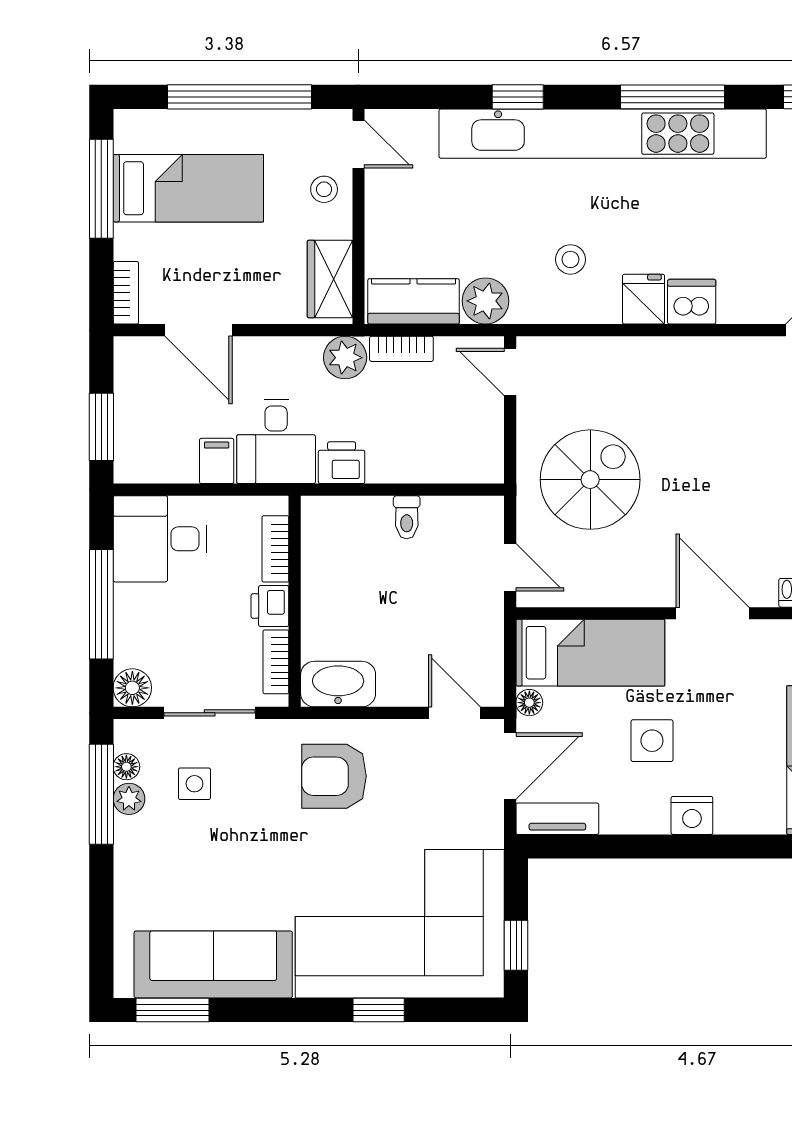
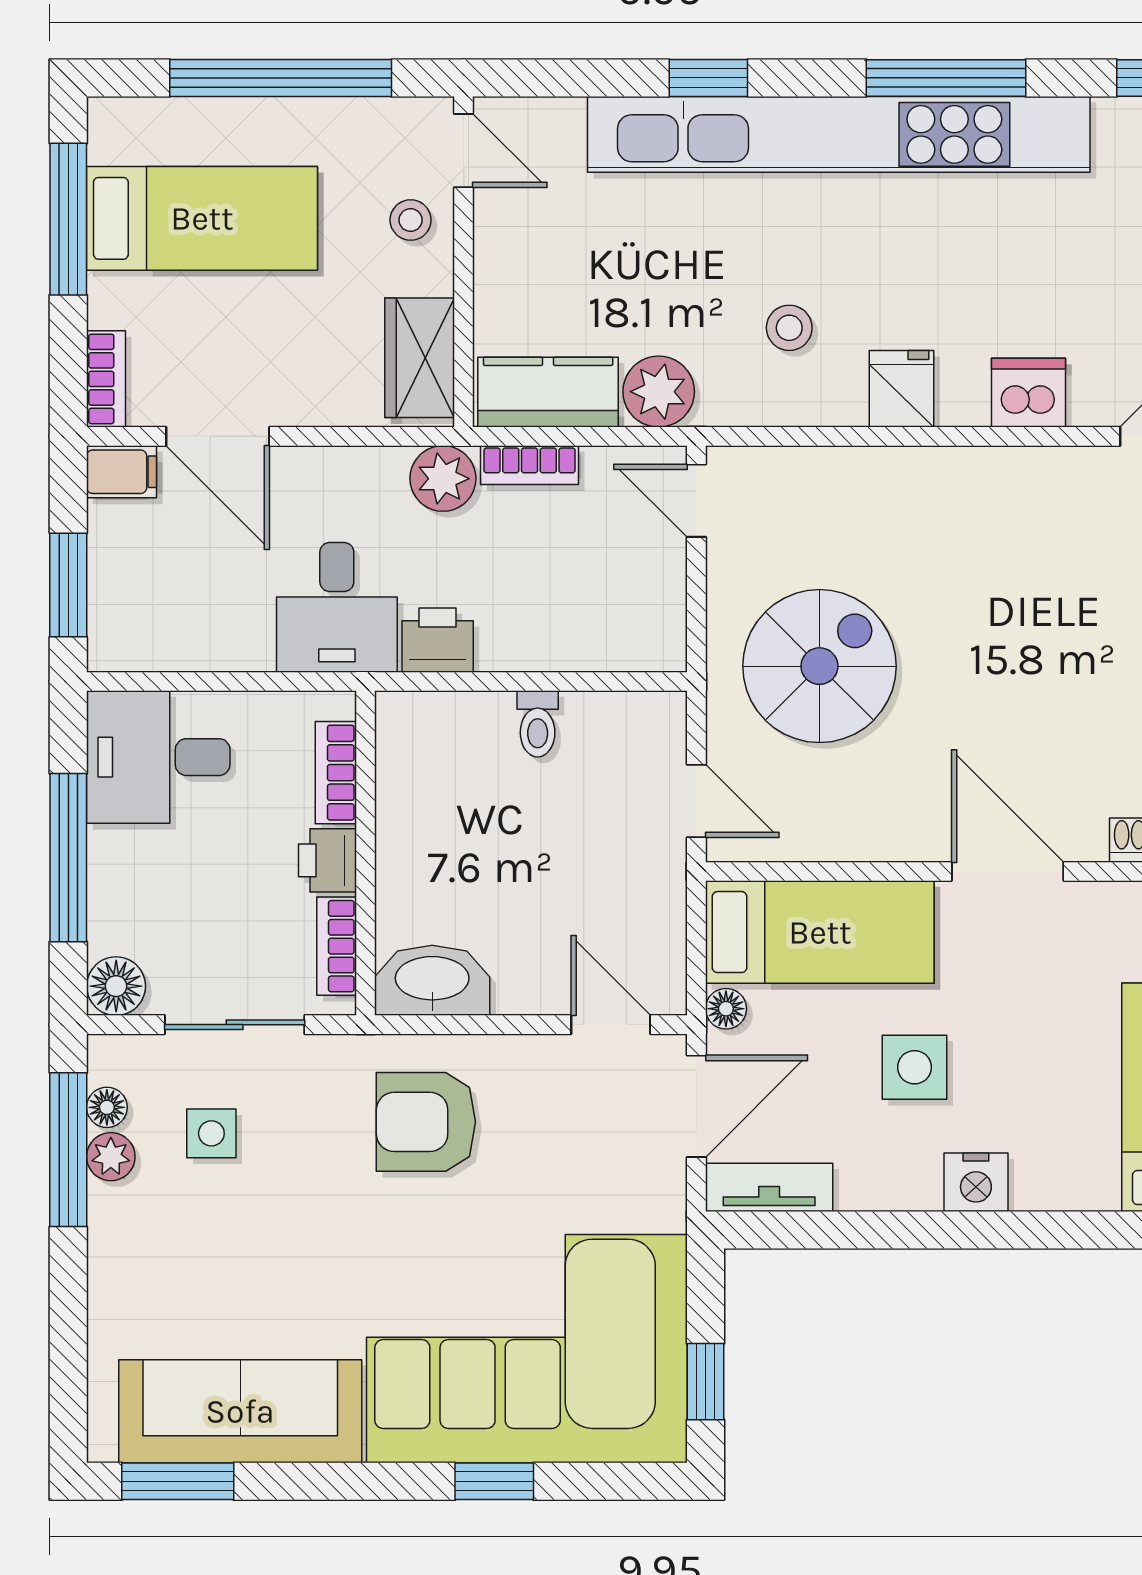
dishwasher: (692, 302) -> (1029, 393), moved
filing cabinet: (217, 461) -> (122, 472), moved, turned 90

